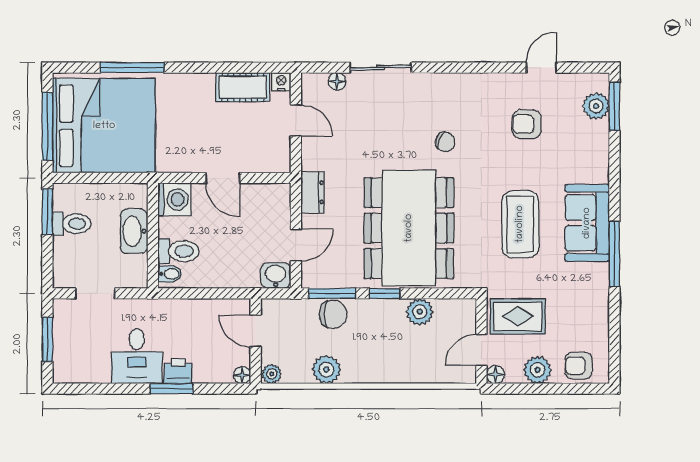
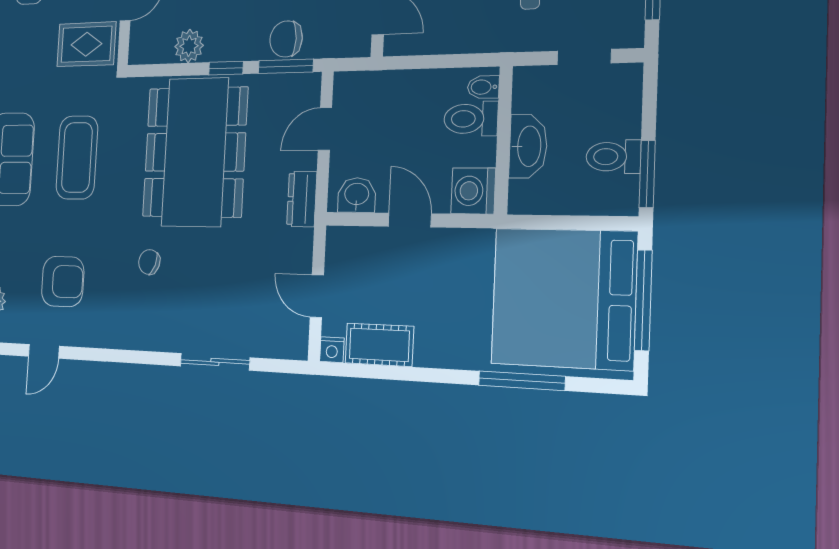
floor lamp: (337, 81) -> (266, 346), removed
armchair: (527, 124) -> (63, 281), width x1.38, depth x1.38
washbasin: (276, 276) -> (357, 195), moved, turned 180

